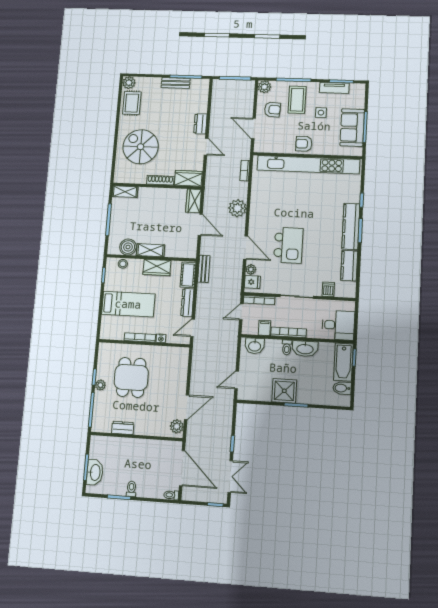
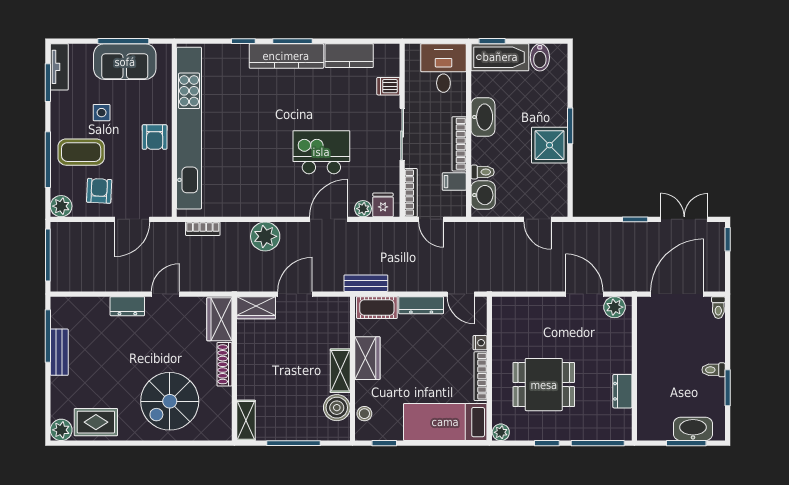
tv unit: (334, 88) -> (59, 67), moved
bed: (128, 304) -> (445, 422), moved, turned -90
toilet: (287, 347) -> (483, 172), moved
plant: (100, 385) -> (501, 432), moved

